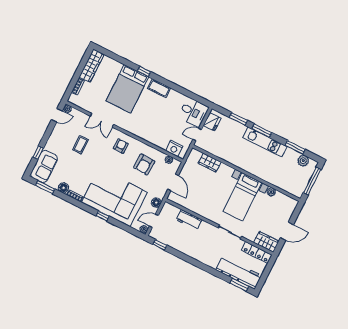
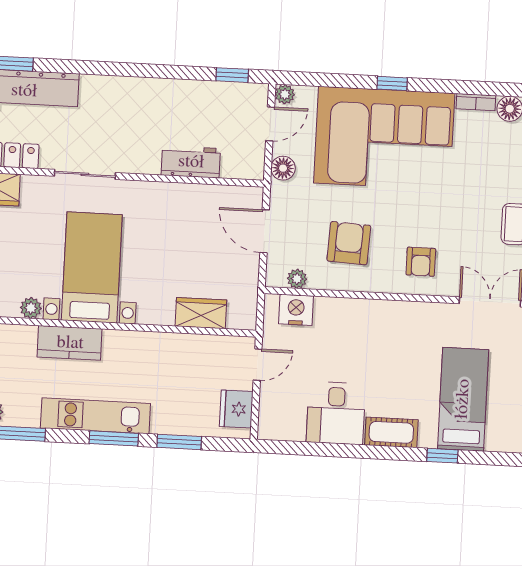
bed: (127, 89) -> (463, 399), width x0.67
desk: (193, 112) -> (336, 413), moved, turned -90
kitchen counter: (263, 173) -> (70, 343), added

